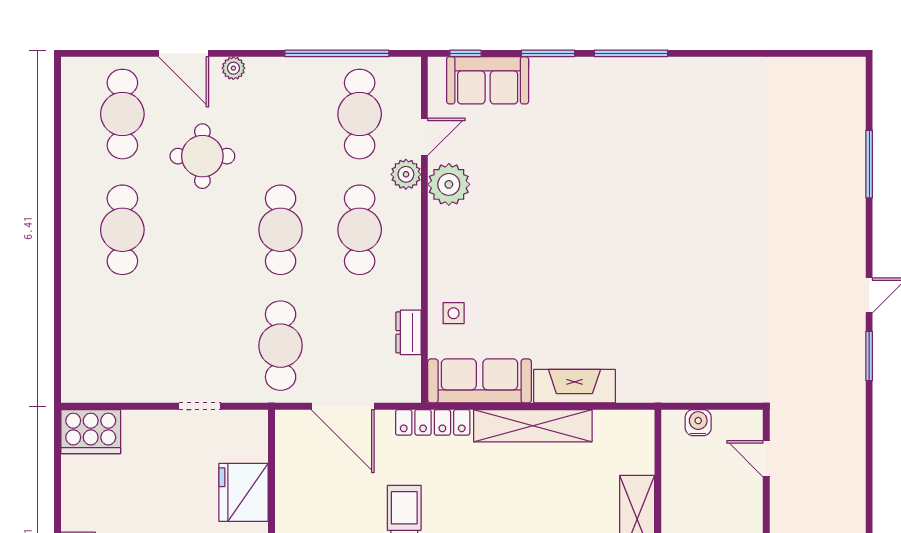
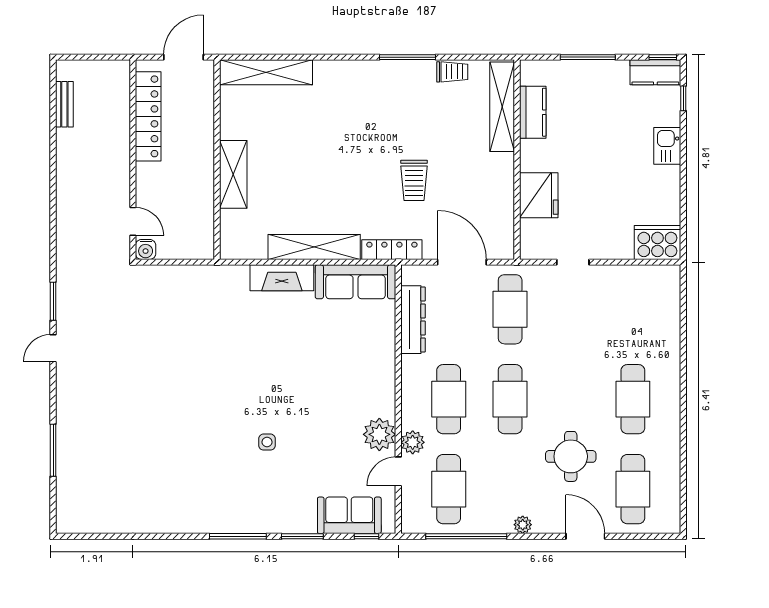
plant: (233, 68) -> (523, 525), moved
side table: (454, 313) -> (267, 442), moved
dresser: (409, 332) -> (413, 320), width x1.96, depth x1.24
water cooler: (698, 423) -> (146, 249), moved

